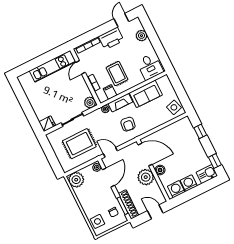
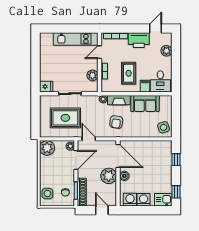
filing cabinet: (110, 92) -> (145, 86), moved
plant: (90, 103) -> (93, 75), moved

